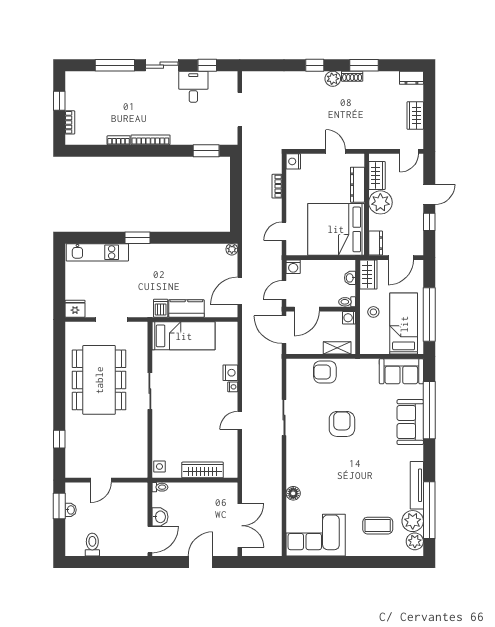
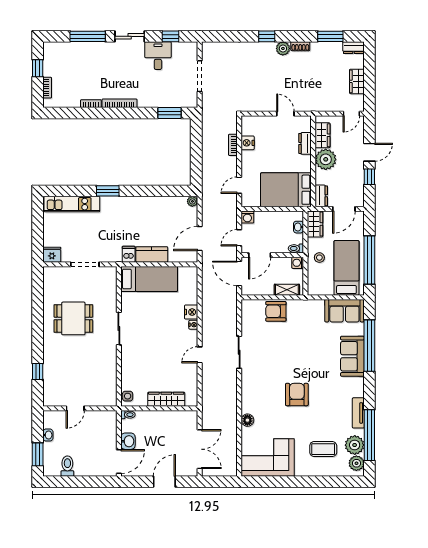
window: (364, 65) -> (330, 36), moved
nightstand: (293, 161) -> (248, 143), moved
dresser: (357, 185) -> (305, 143), width x0.70
bed: (336, 229) -> (286, 190), width x0.73
dining table: (99, 380) -> (73, 318), width x0.53, depth x0.80
armchair: (342, 424) -> (297, 395), moved
tv unit: (417, 485) -> (358, 413), width x0.71
window: (59, 506) -> (38, 454), moved

